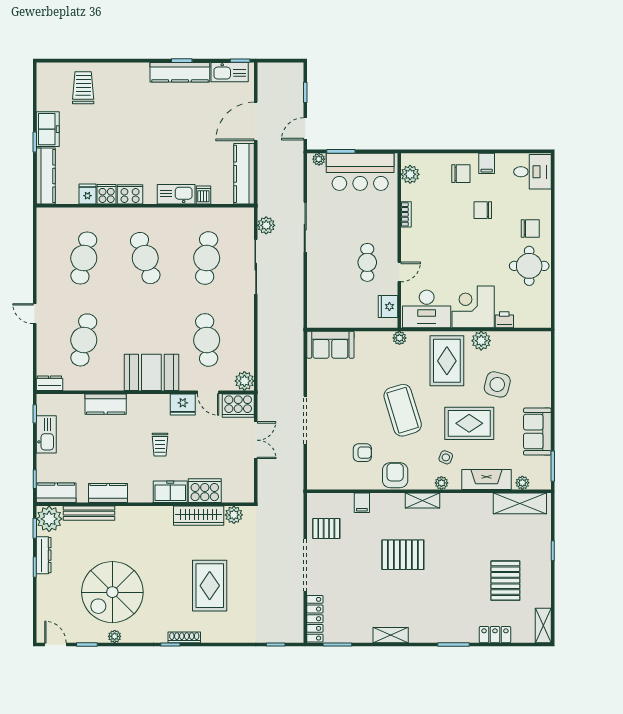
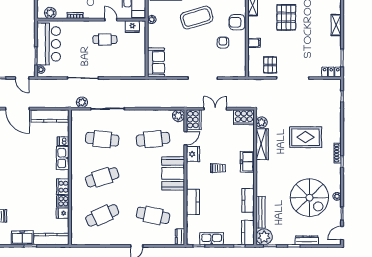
cafe table: (84, 258) -> (102, 215), turned -36
cooker: (205, 491) -> (244, 117), moved, turned -90
dresser: (44, 555) -> (307, 240), moved
locker: (315, 619) -> (331, 72), width x0.66

